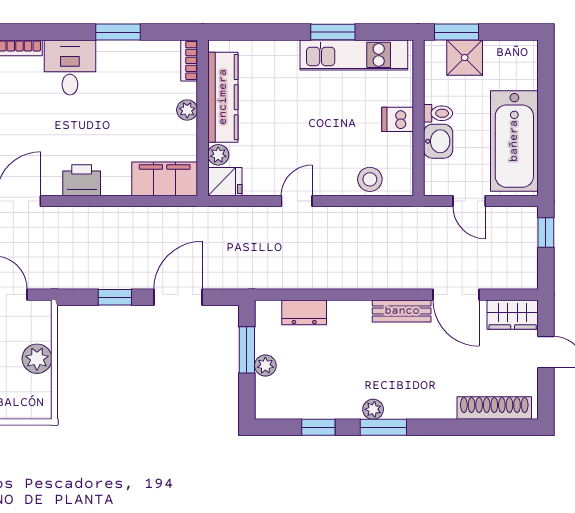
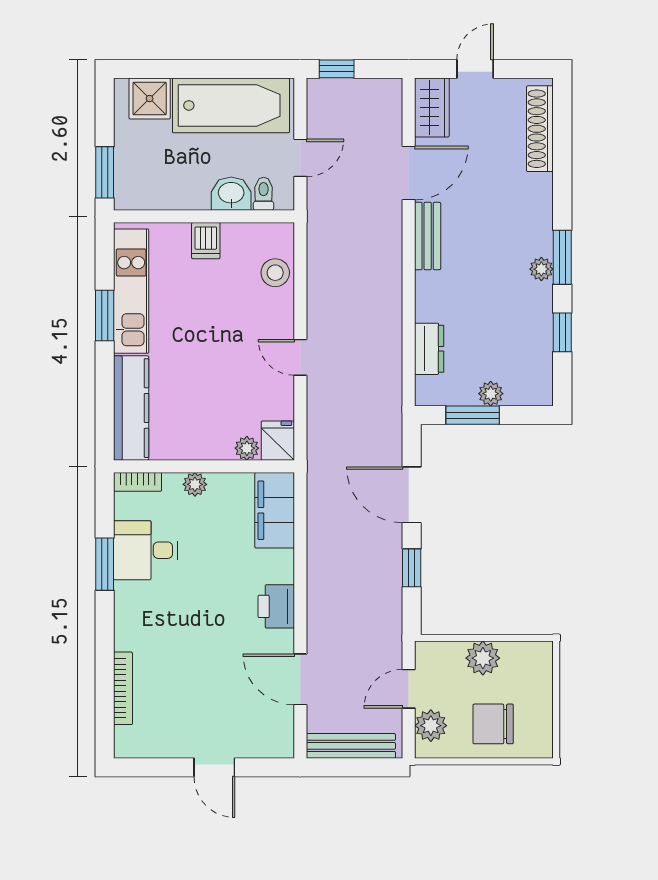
shower: (465, 58) -> (150, 99), moved
desk: (70, 67) -> (146, 550), moved
kitchen counter: (223, 97) -> (131, 408), moved, turned 90
toilet: (438, 113) -> (264, 194), moved

